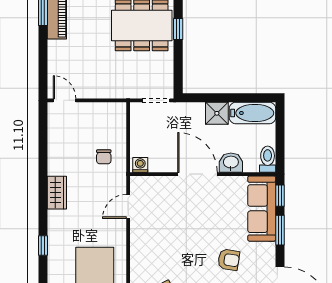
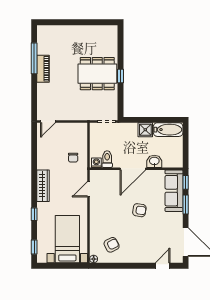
door: (65, 100) -> (48, 122), swing flipped
toilet: (268, 159) -> (107, 159), moved
door: (198, 174) -> (133, 169), swing flipped
wardrobe: (57, 193) -> (43, 186), width x1.50
armchair: (229, 260) -> (139, 210), moved

